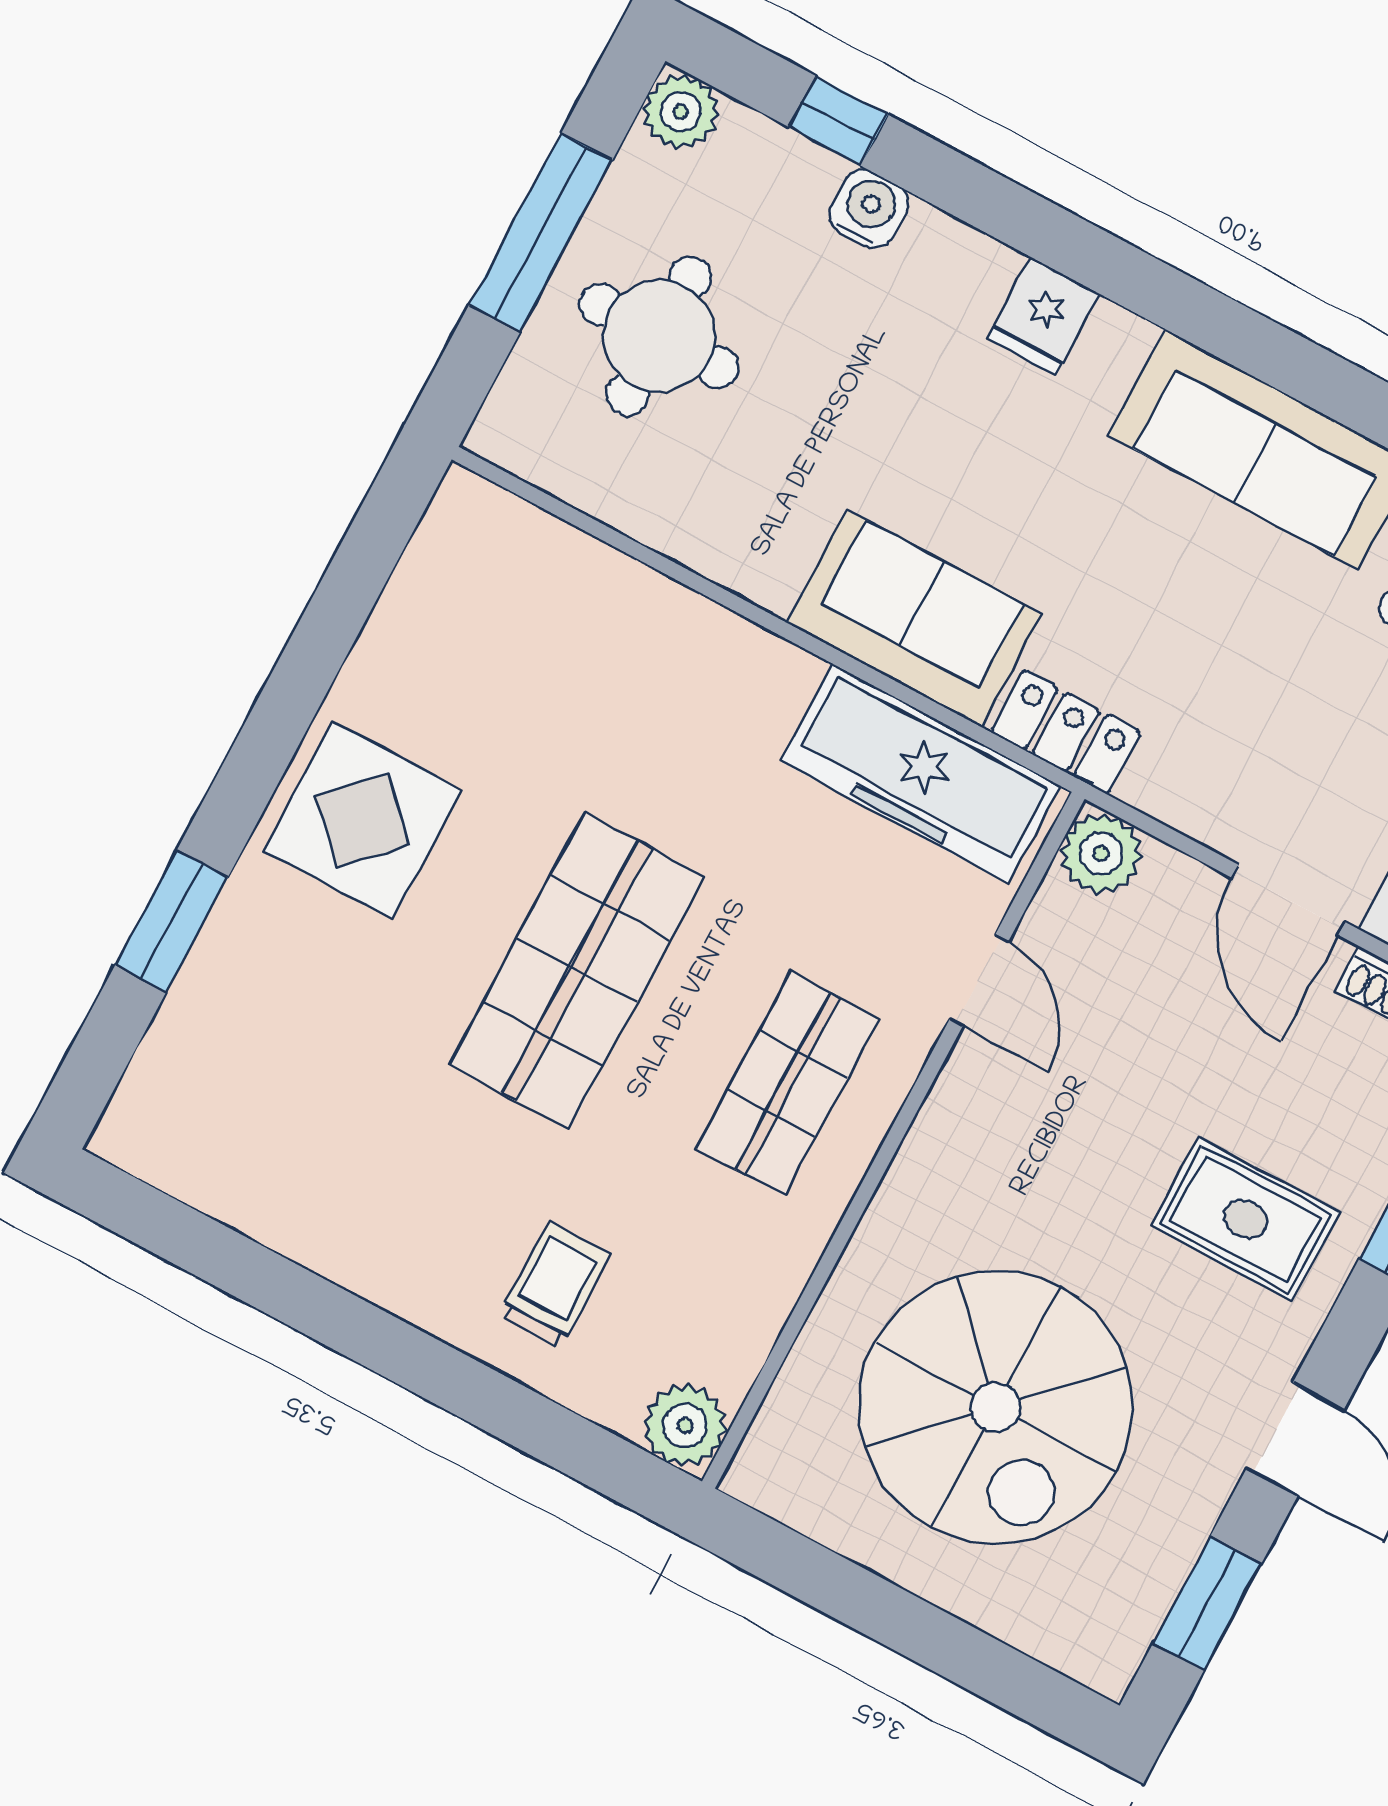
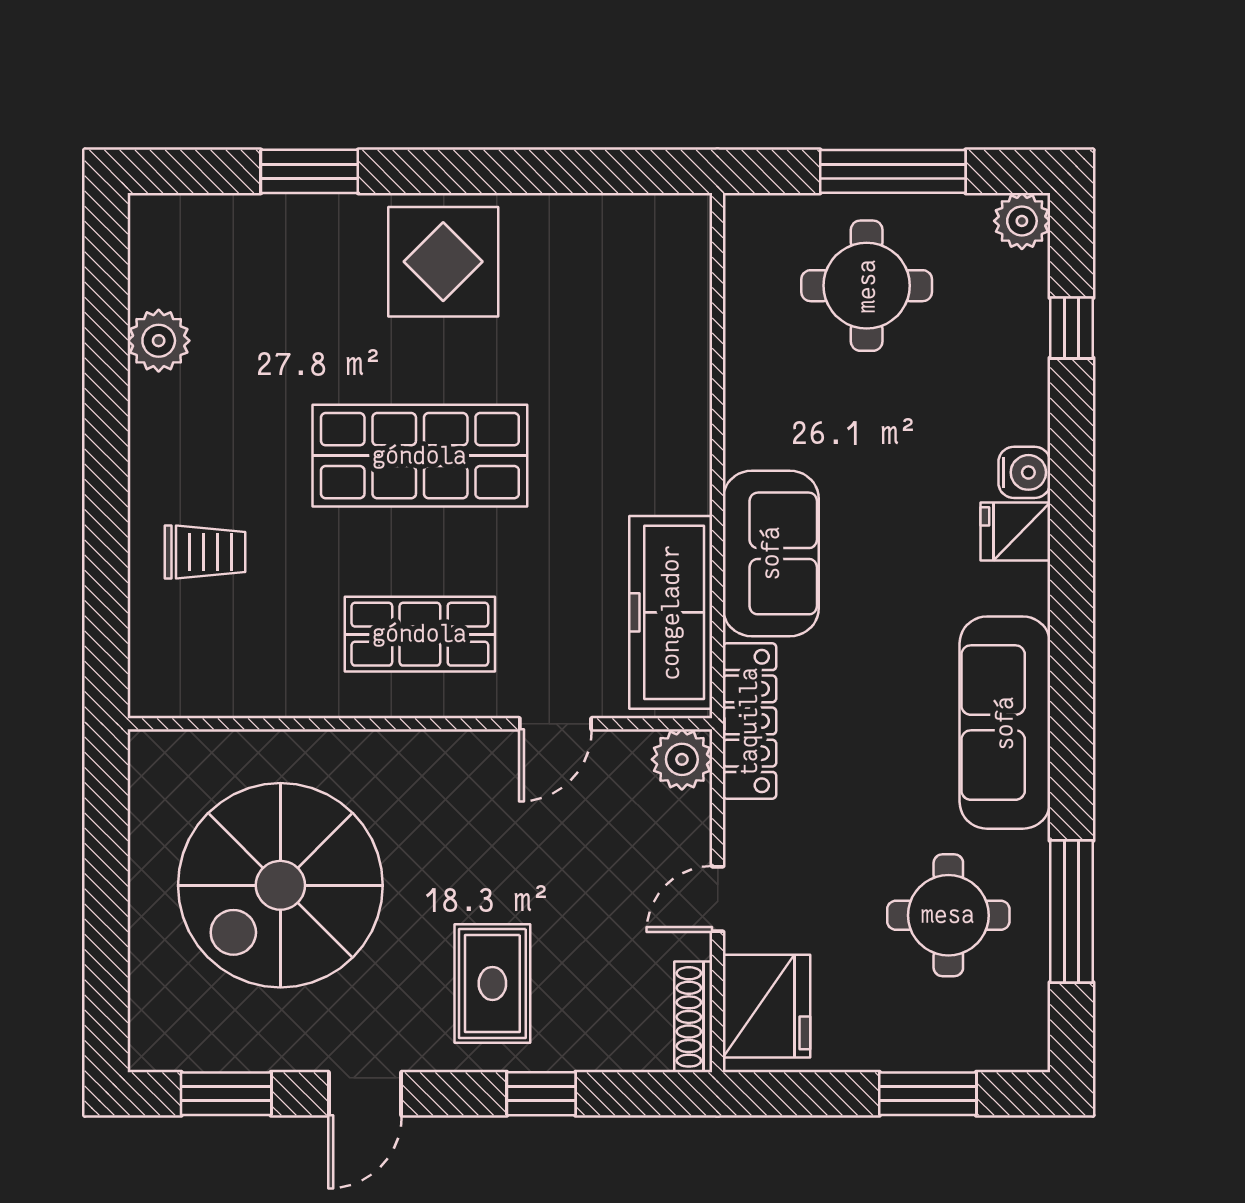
water cooler: (869, 209) -> (1024, 472), moved
locker: (1066, 732) -> (749, 721), width x1.53
door: (1288, 900) -> (718, 899), width x0.73
plant: (685, 1426) -> (159, 341), moved

